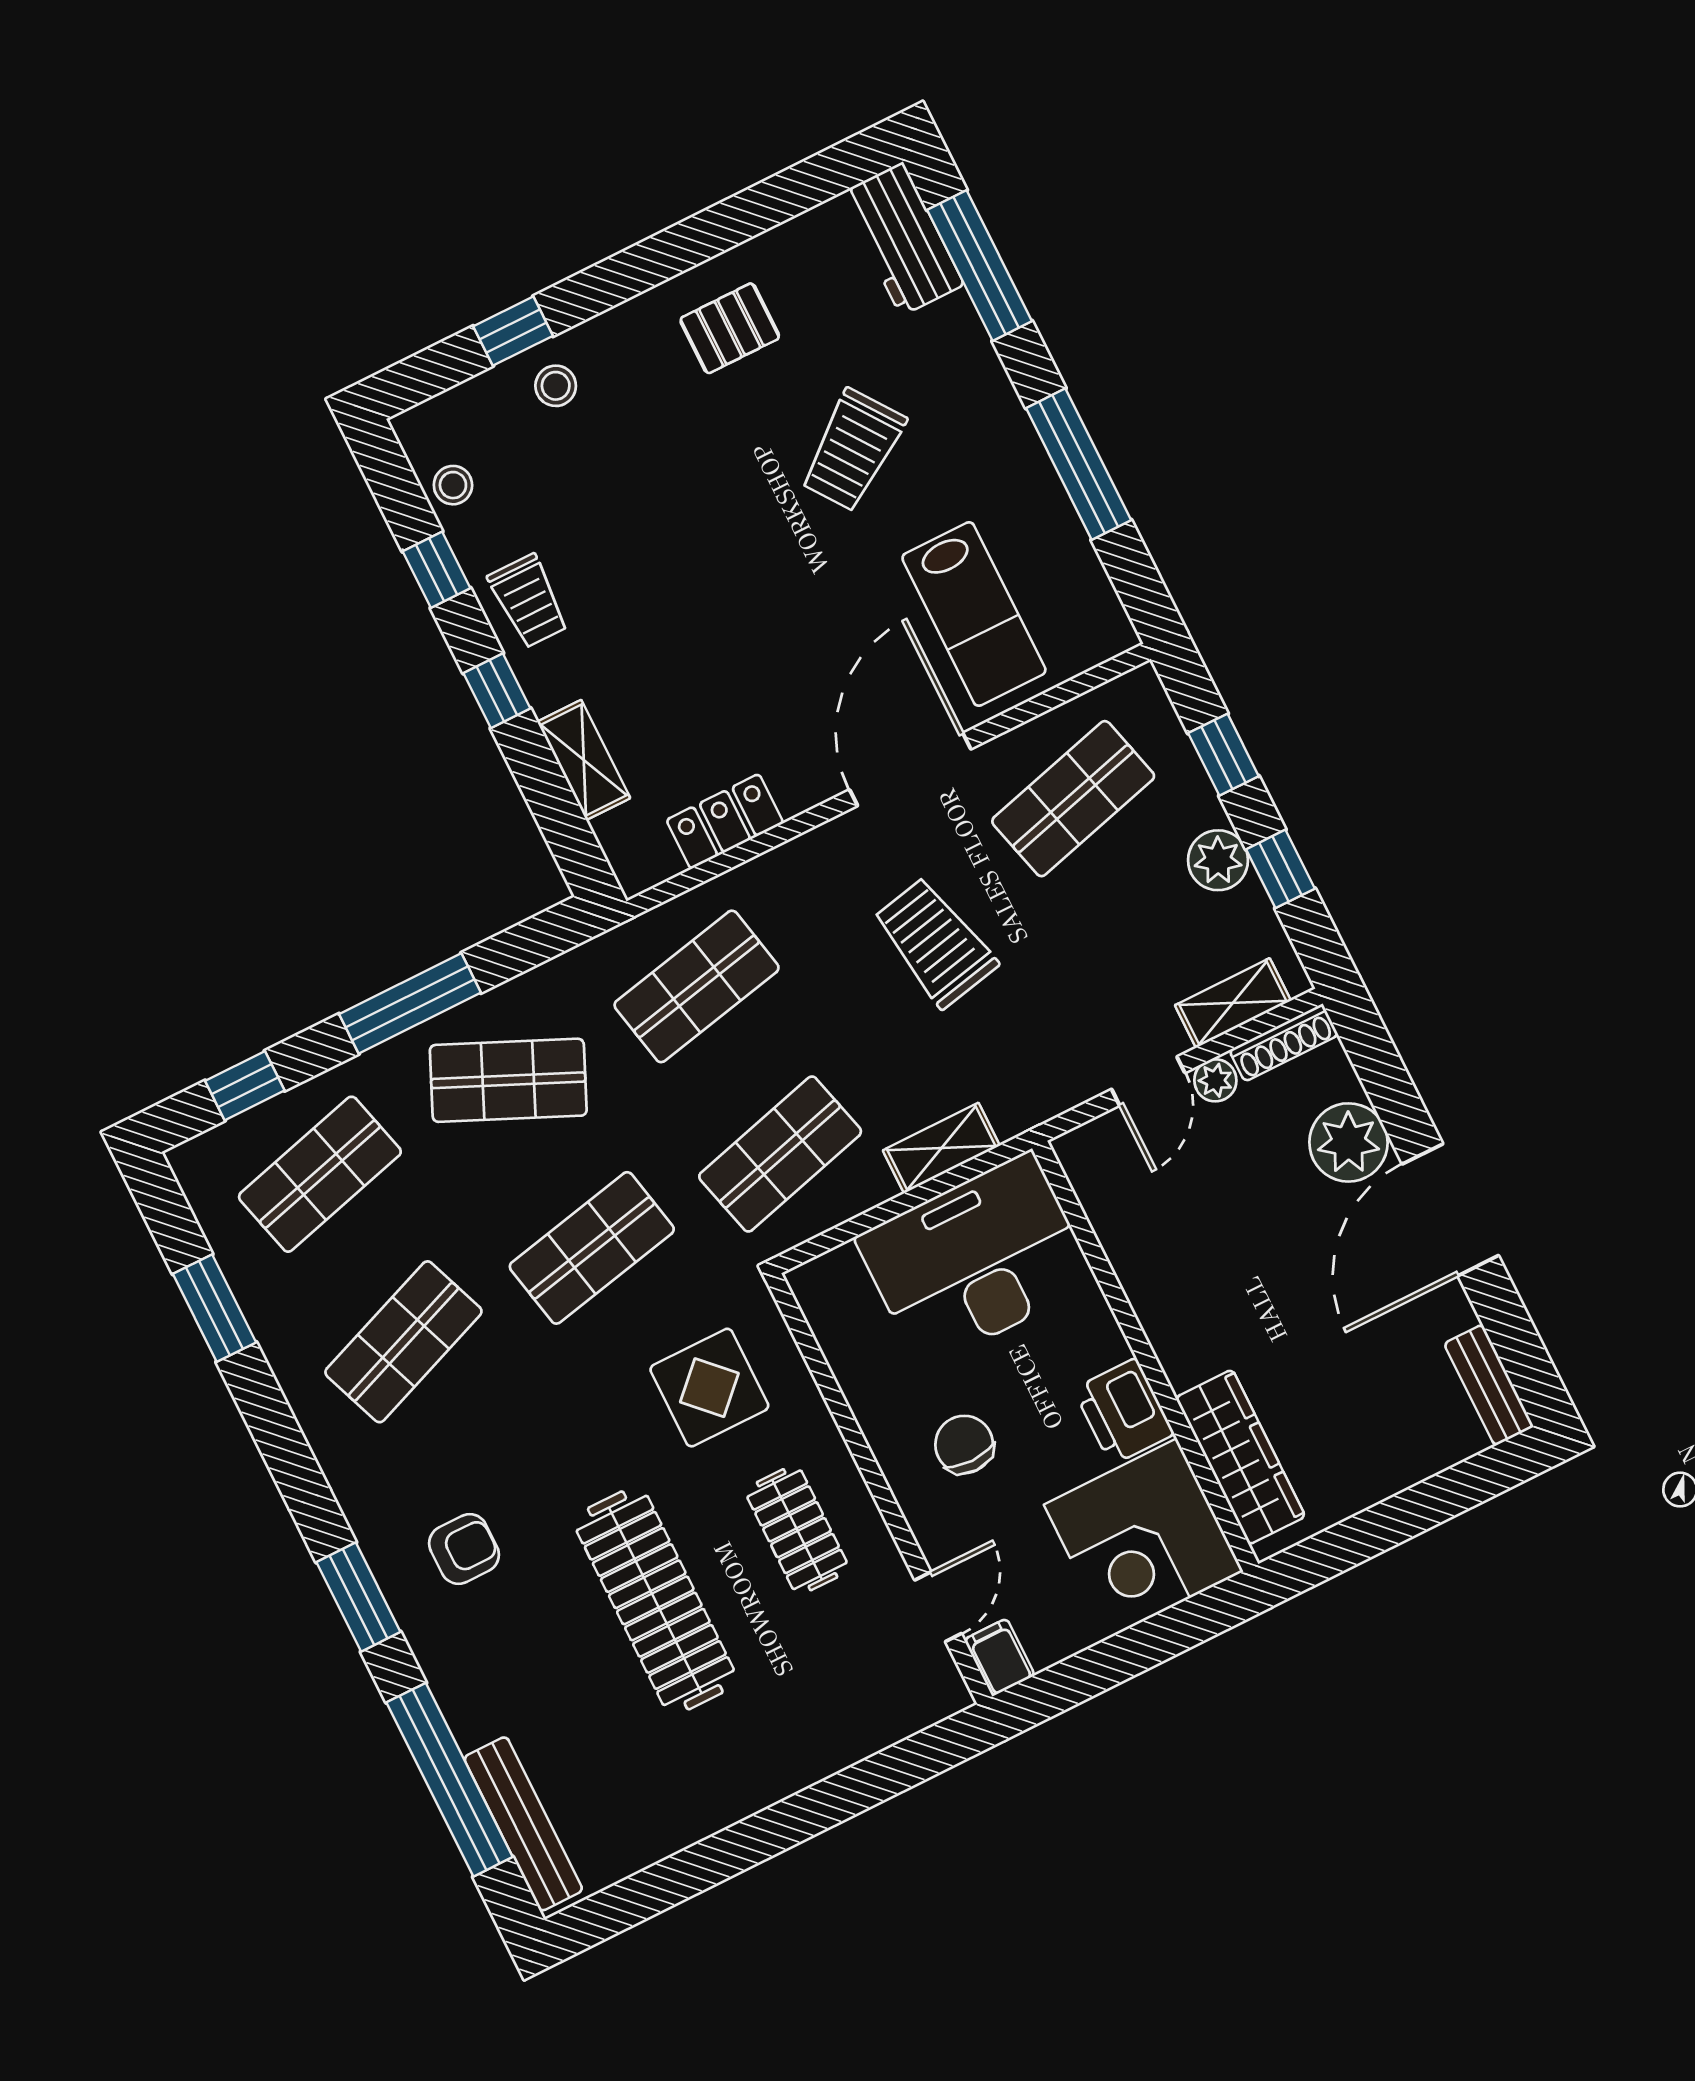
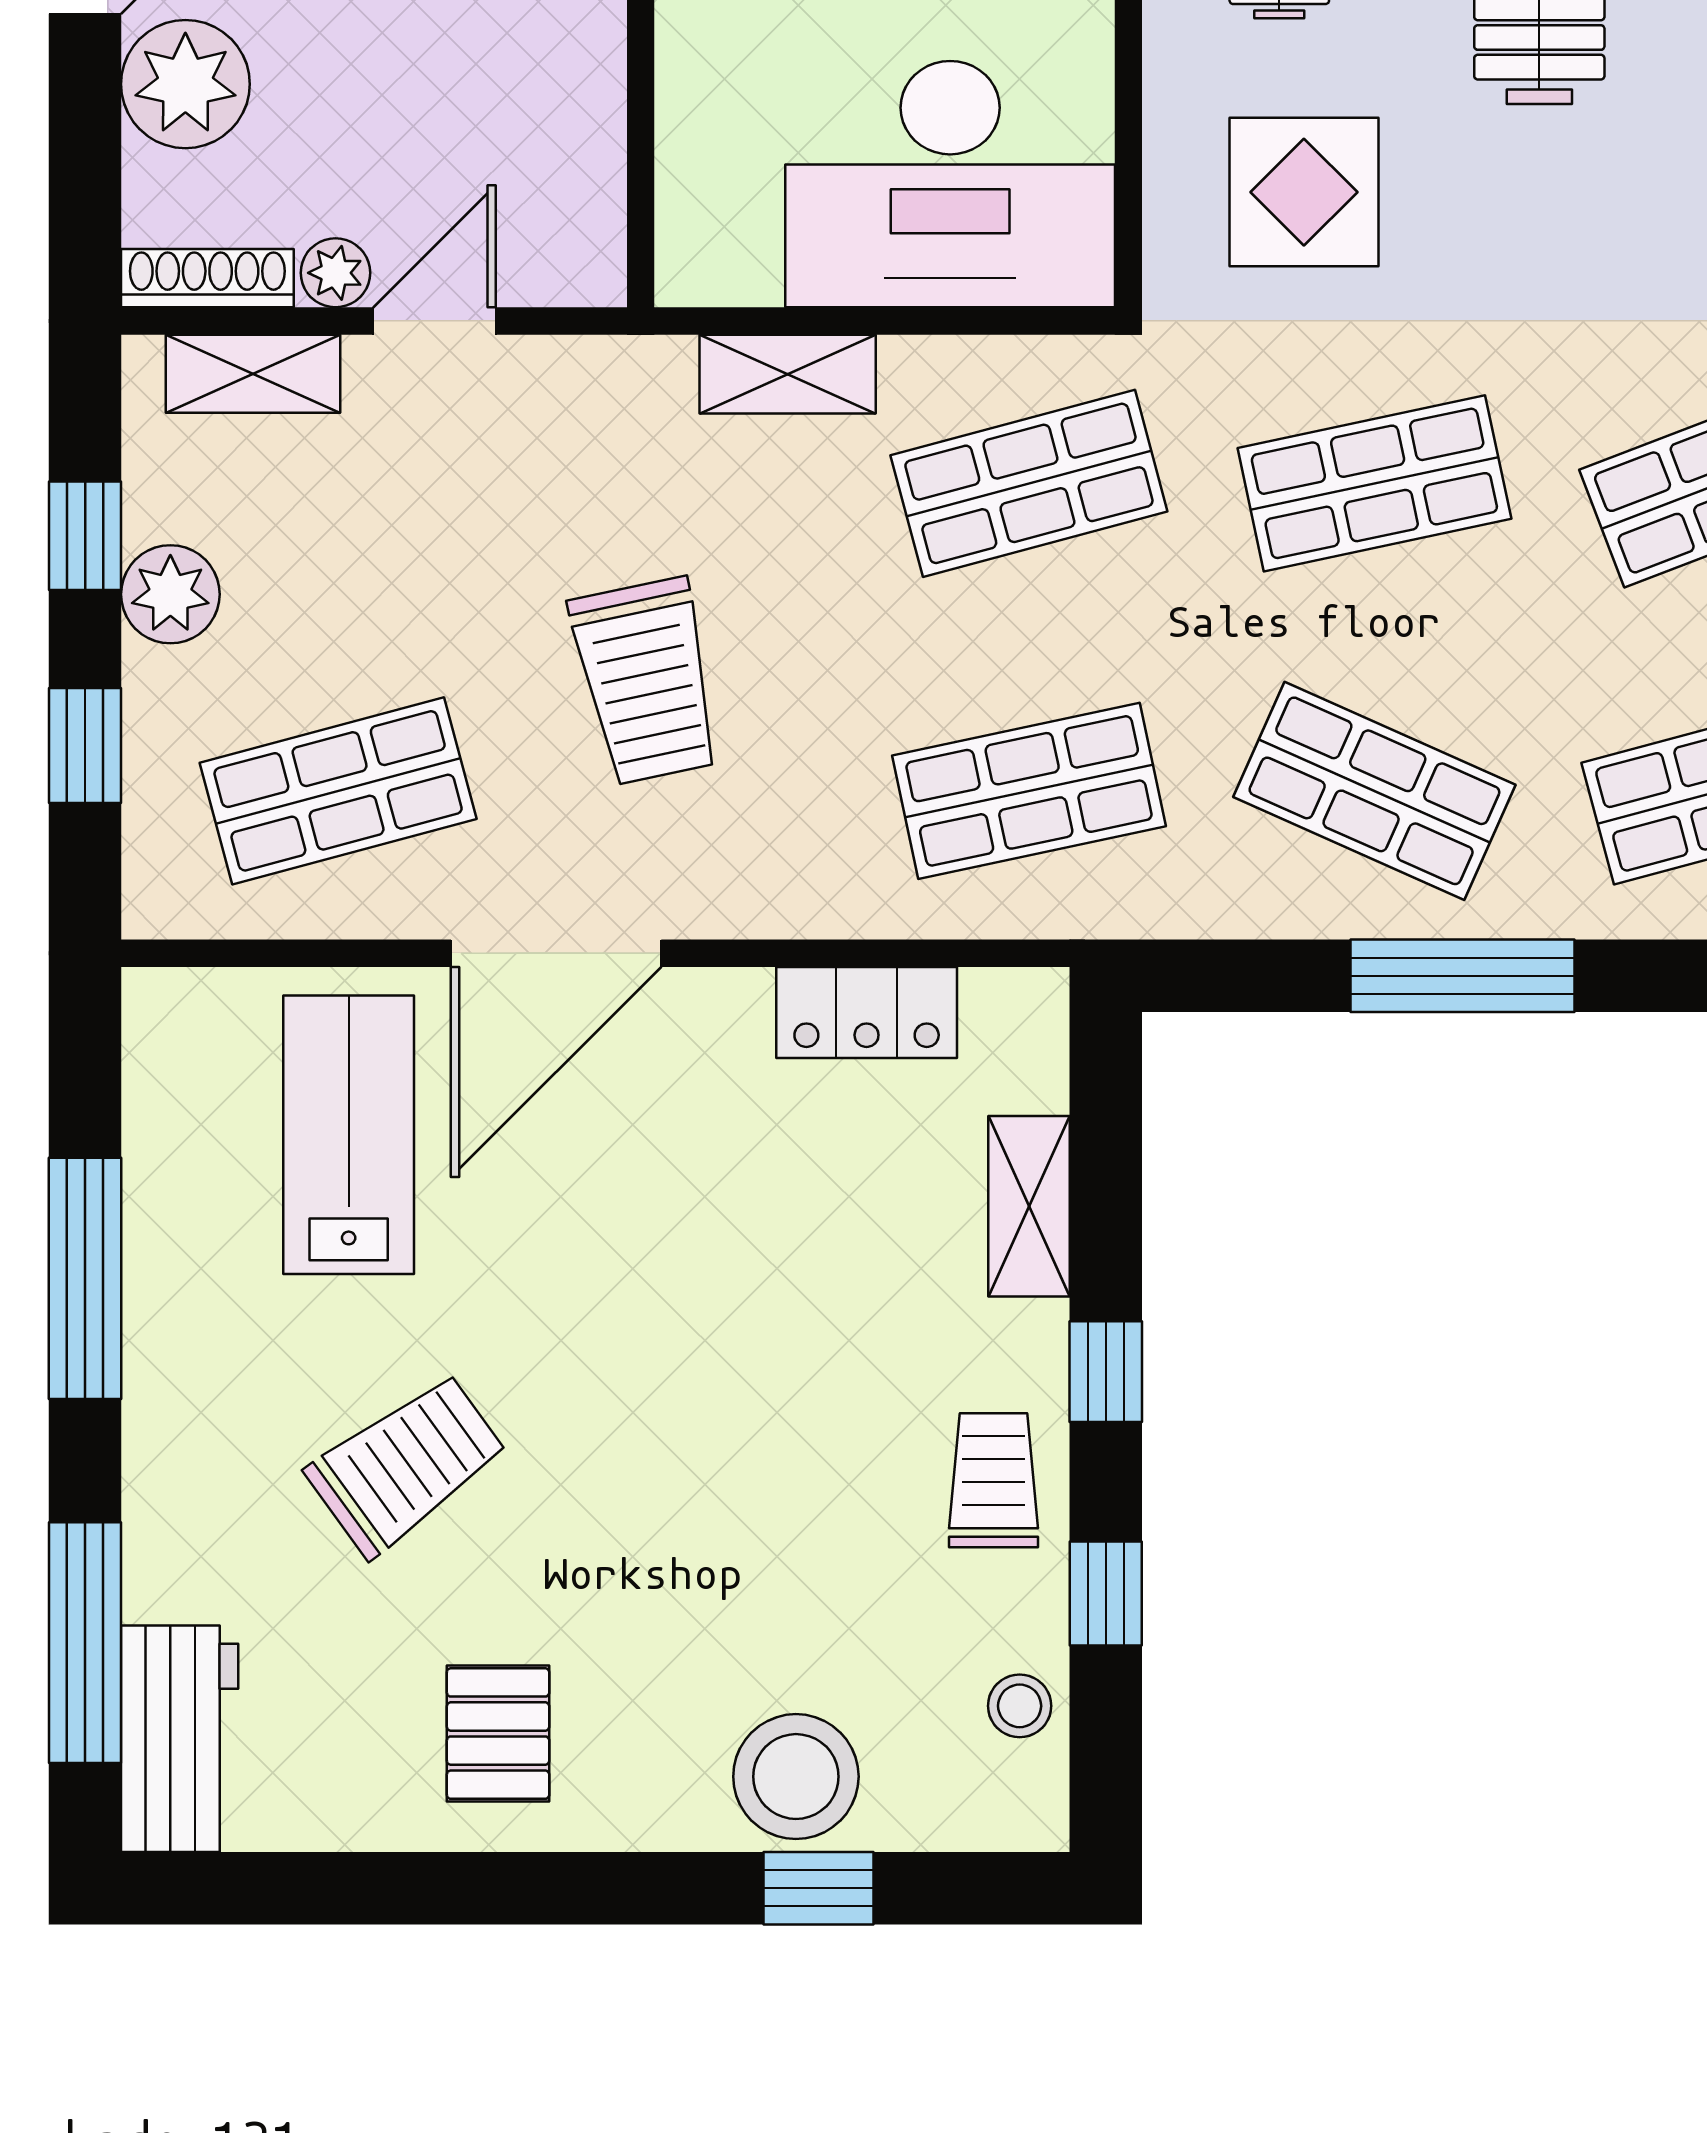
pallet: (730, 328) -> (498, 1734), turned 90
stool: (556, 386) -> (796, 1777), width x1.89, depth x1.89
desk: (976, 1260) -> (950, 184), moved

